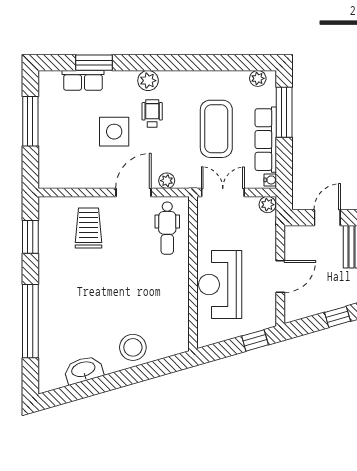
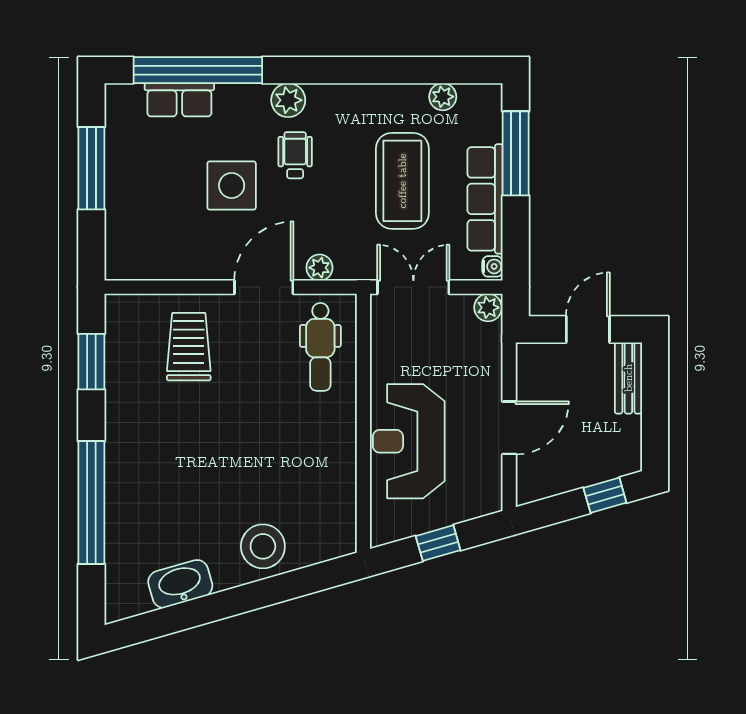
window: (94, 63) -> (198, 70), width x2.11
plant: (258, 78) -> (443, 97), moved
window: (255, 340) -> (438, 543), moved

